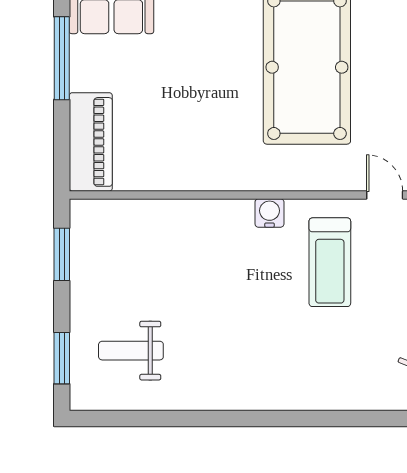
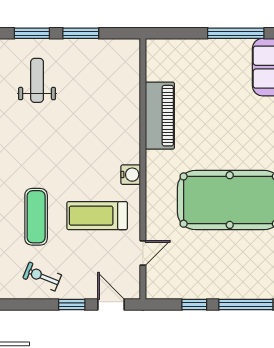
piano: (91, 142) -> (160, 116), moved, turned -90
window: (62, 254) -> (81, 33), moved
exercise mat: (332, 352) -> (36, 217), added

